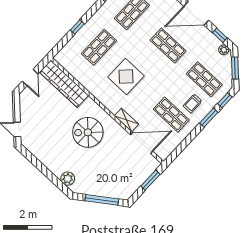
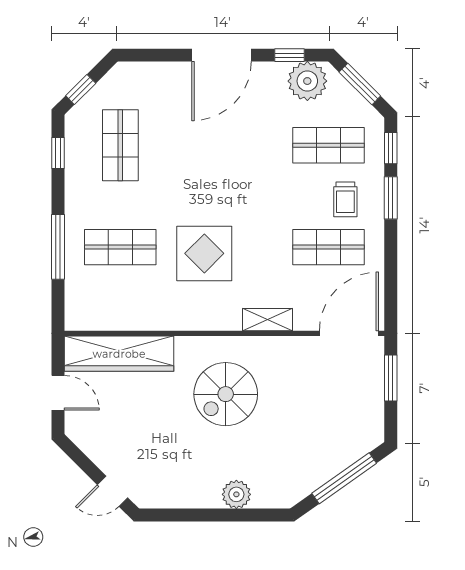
window: (77, 27) -> (58, 247), width x2.17
shop shelf: (168, 45) -> (224, 145), removed
shop shelf: (99, 47) -> (120, 247), turned 90
plant: (224, 50) -> (307, 81), width x1.88, depth x1.88
door: (142, 143) -> (349, 333), moved
plant: (68, 179) -> (236, 494), moved

